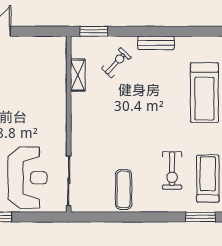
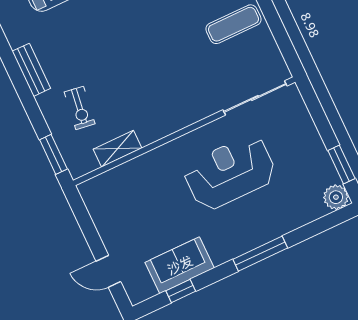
exercise bike: (116, 63) -> (80, 108), turned -125
reception desk: (28, 178) -> (230, 172), moved

